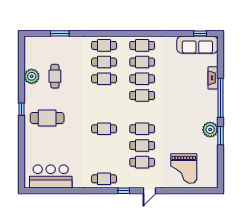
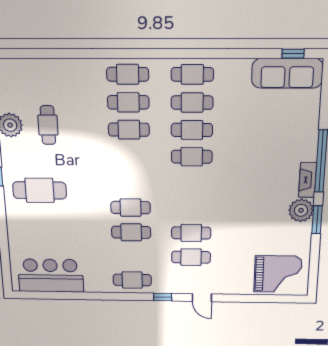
window: (60, 33) -> (52, 54), removed
fireplace: (213, 78) -> (308, 180), moved
cafe table: (142, 129) -> (131, 232), moved
grand piano: (184, 169) -> (278, 274), moved, turned -90
door: (149, 191) -> (202, 298), hinge flipped

